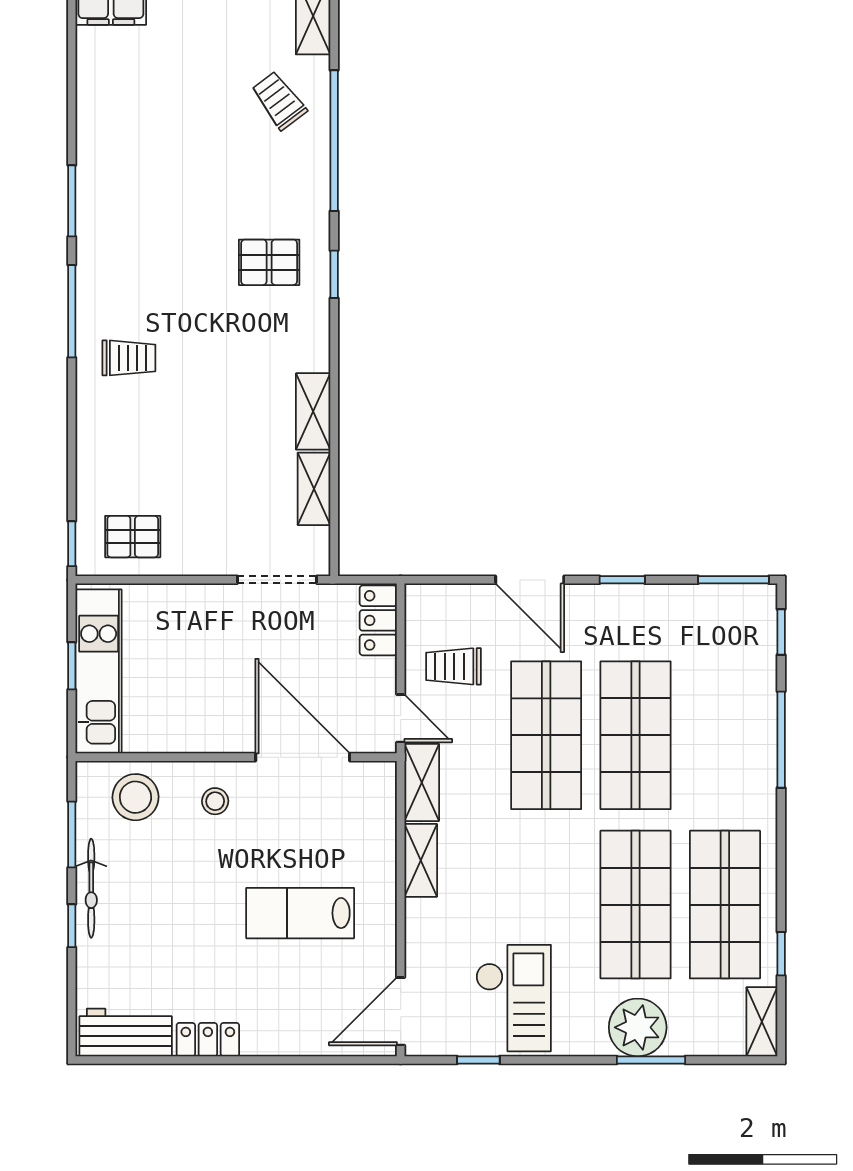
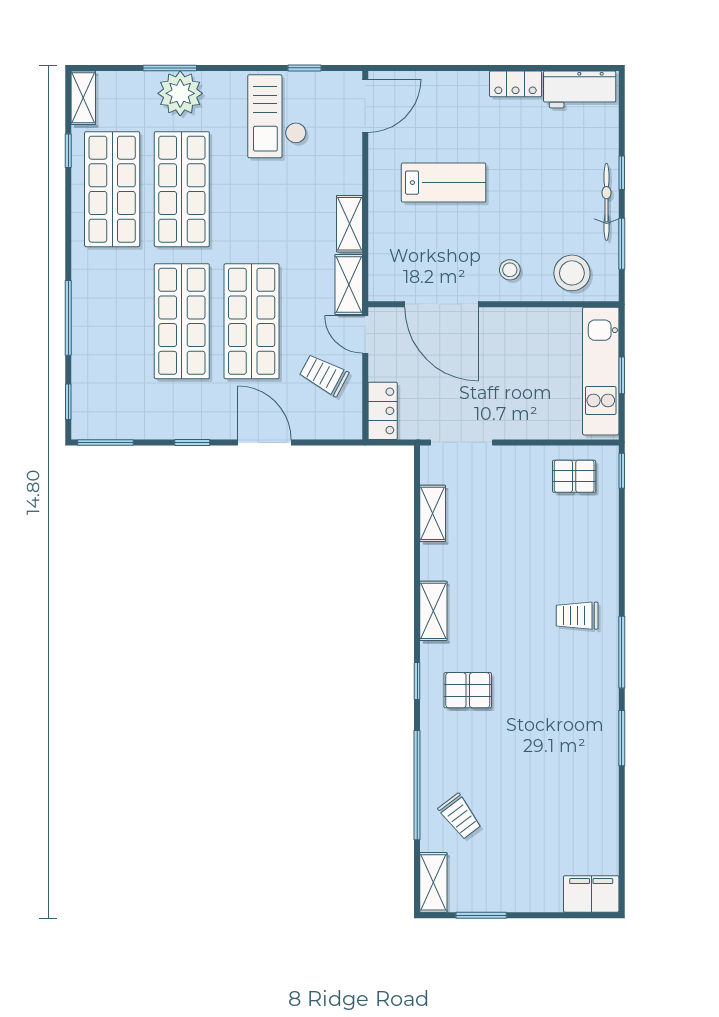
shelving: (313, 411) -> (433, 611), moved
trolley: (454, 666) -> (324, 375), turned -152

